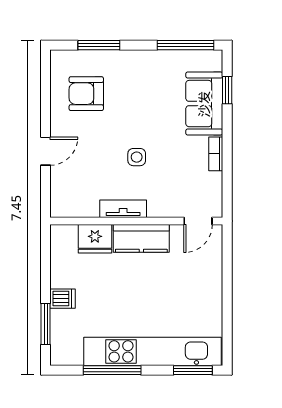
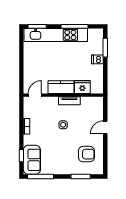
sofa: (204, 104) -> (32, 160), moved

